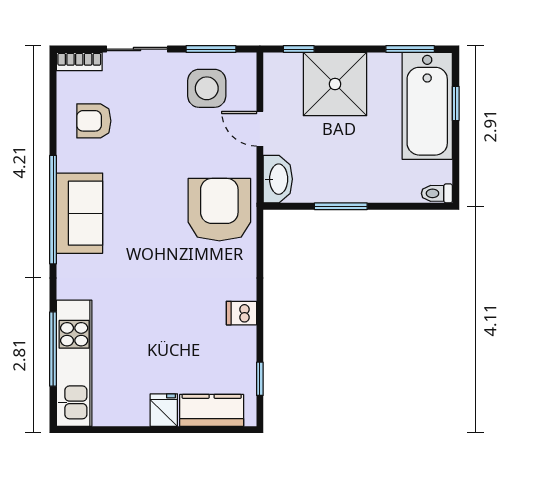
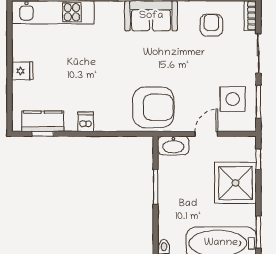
kitchen counter: (212, 410) -> (43, 121), moved, turned -90

